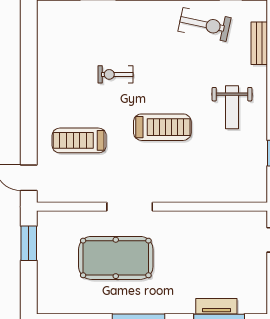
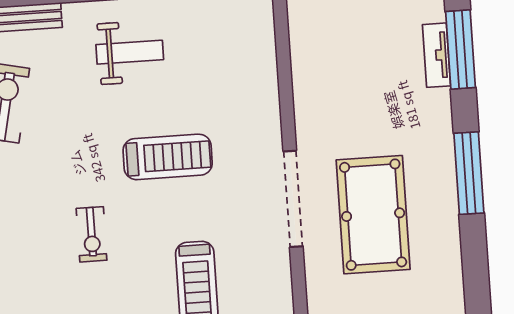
treadmill: (162, 127) -> (168, 157), turned 90
doorway: (130, 207) -> (293, 199), width x1.36

